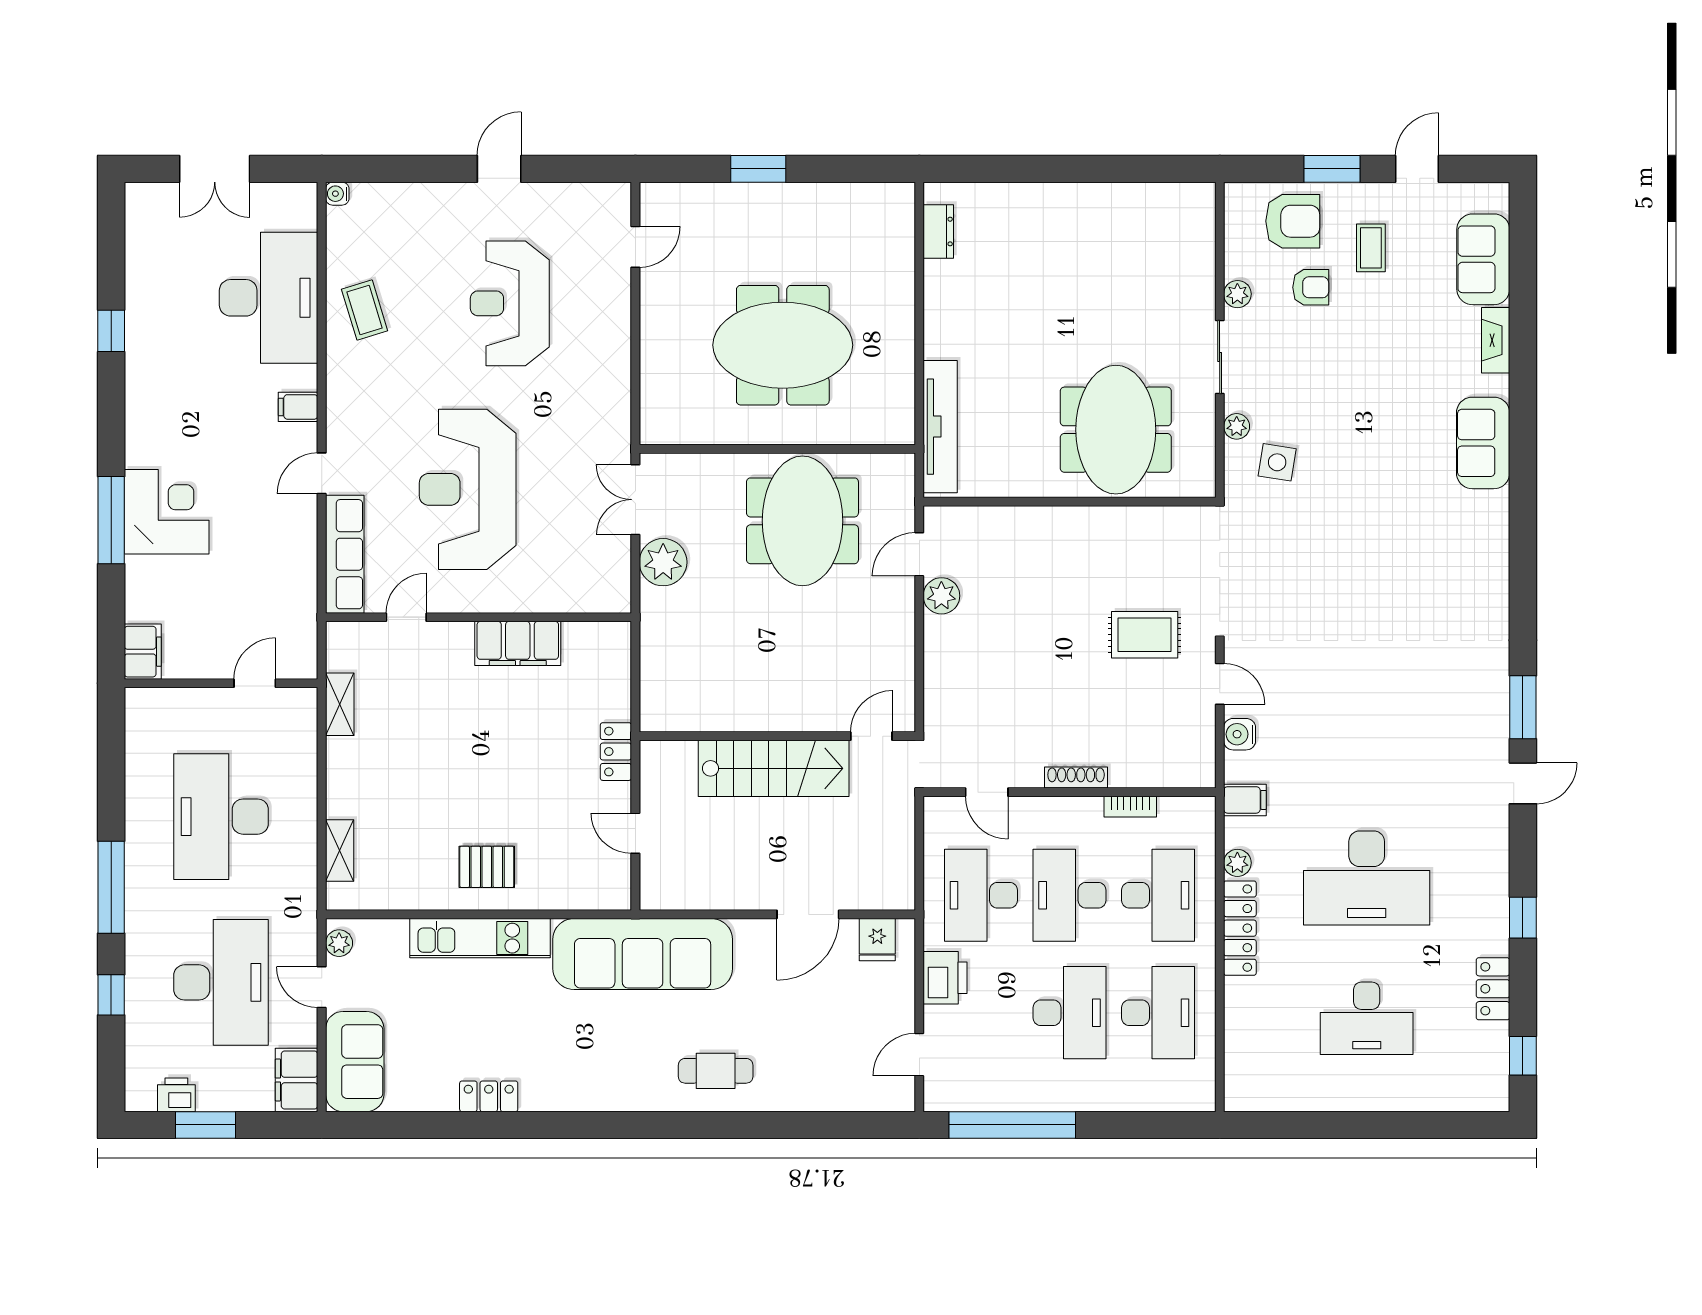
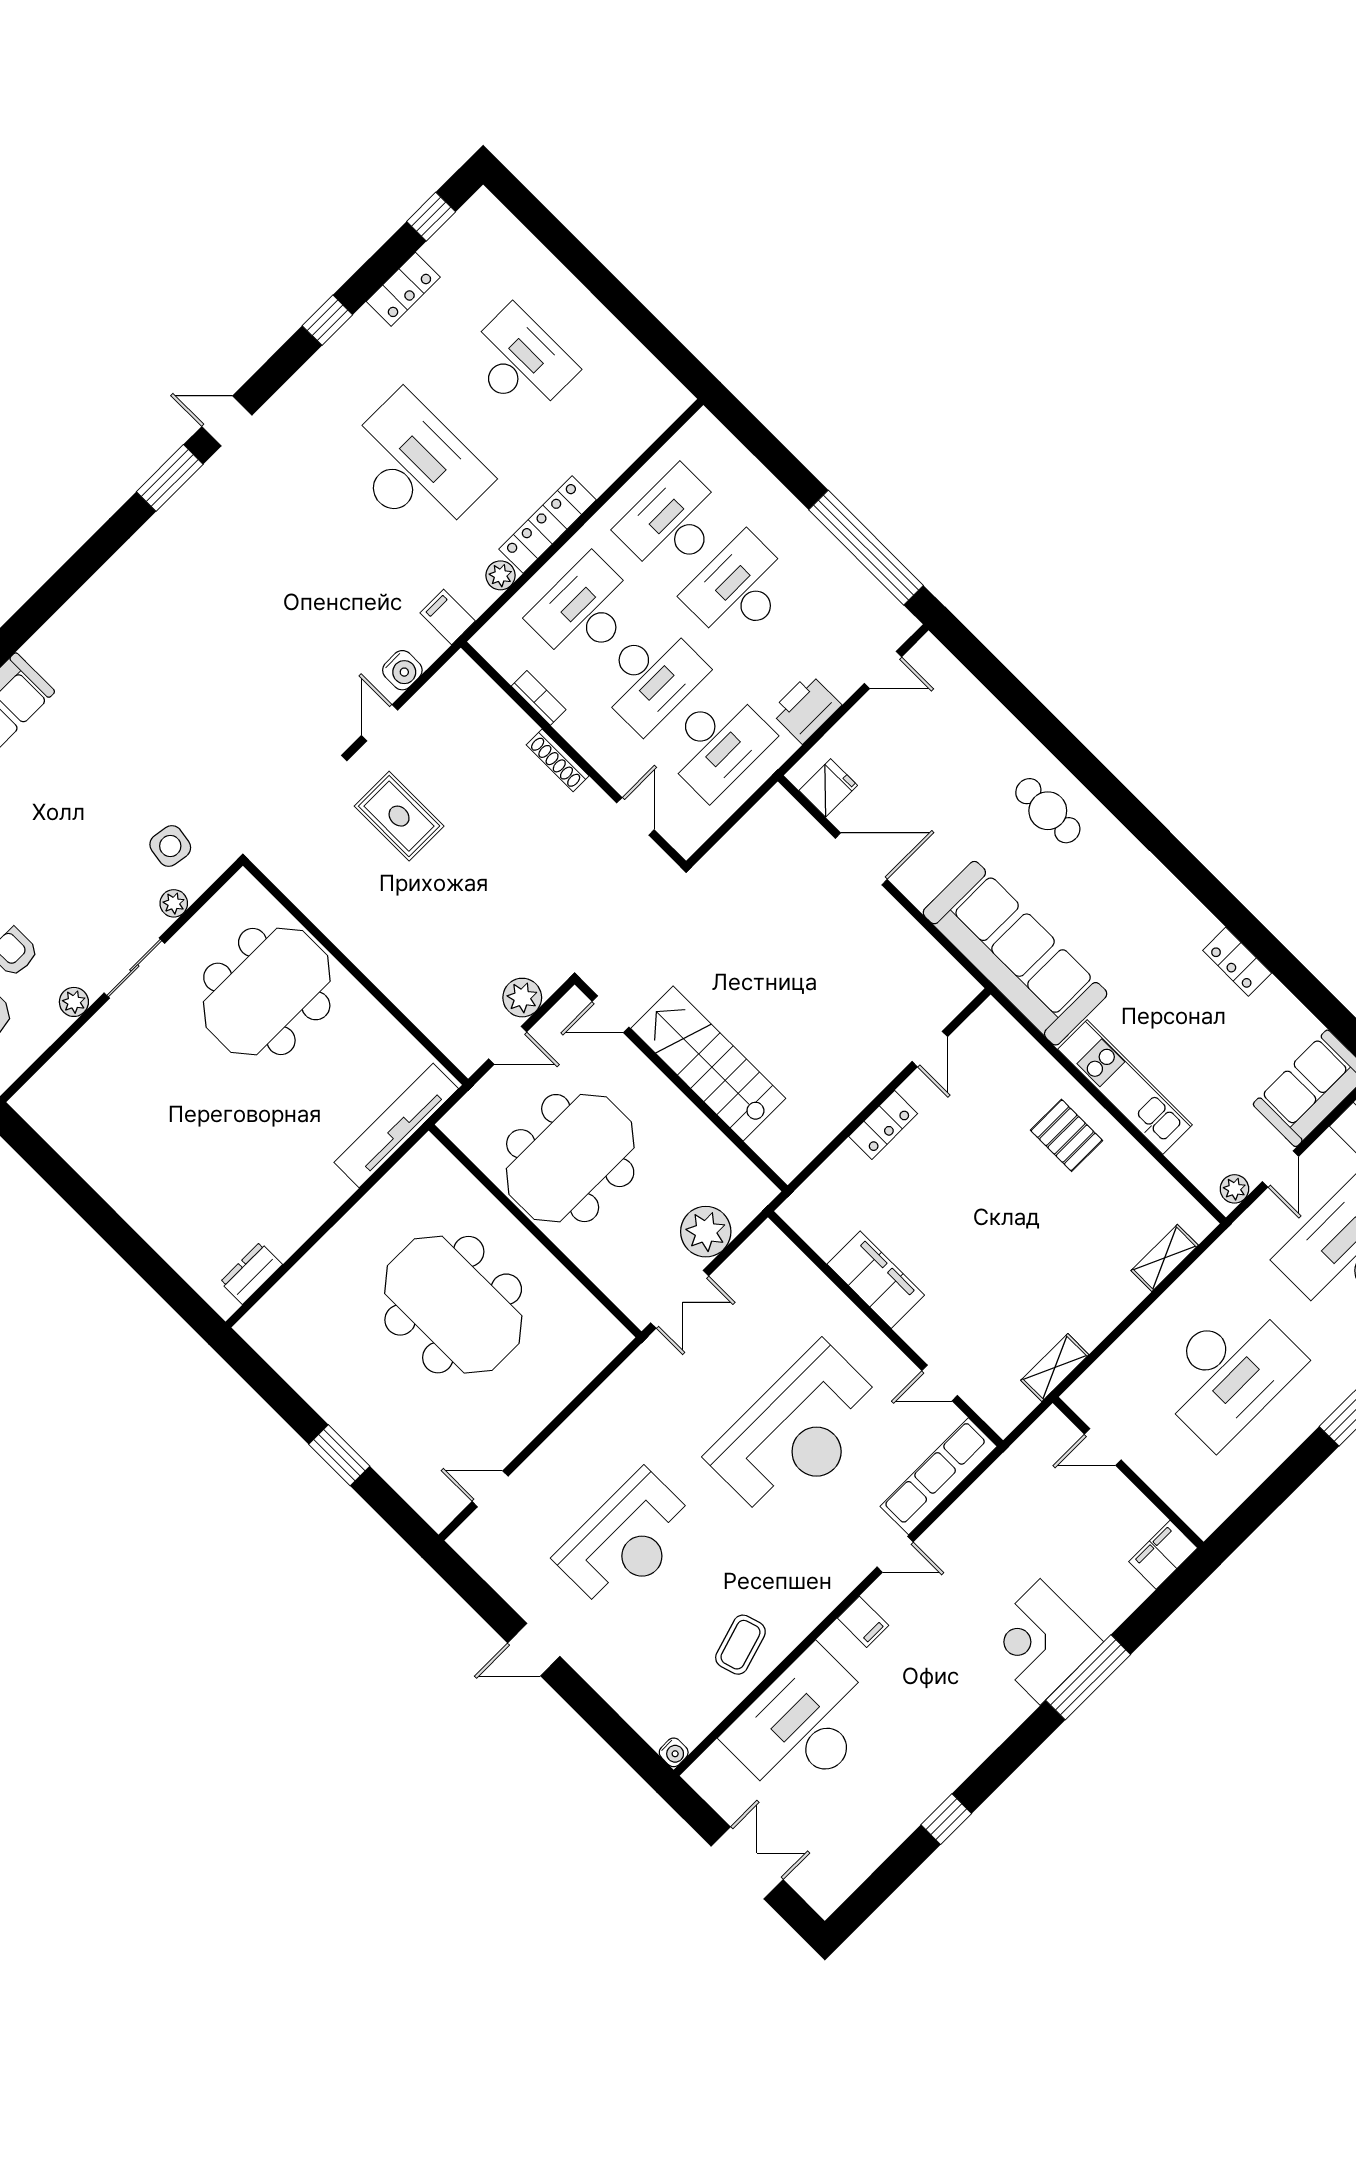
wall: (777, 736) -> (681, 1085), moved
door: (871, 736) -> (611, 1014), moved
stairs: (774, 768) -> (708, 1063), moved

